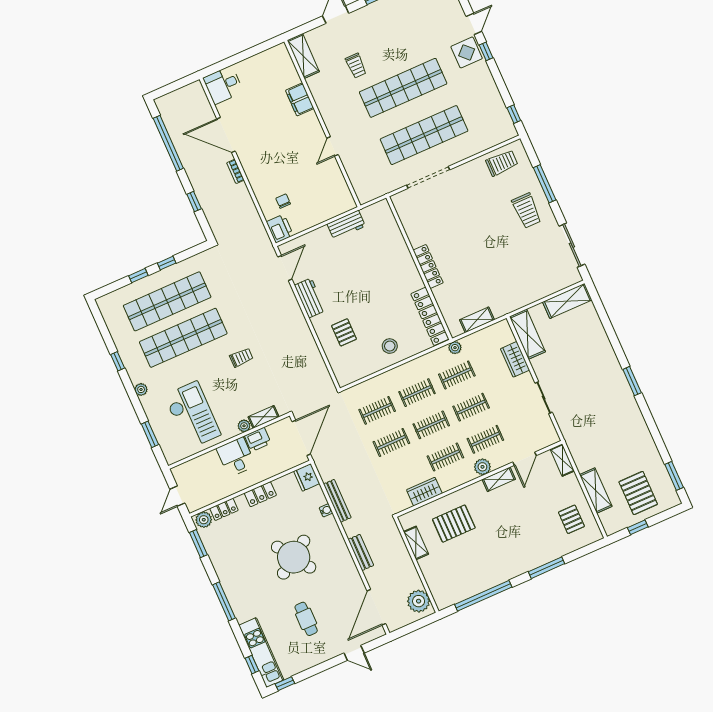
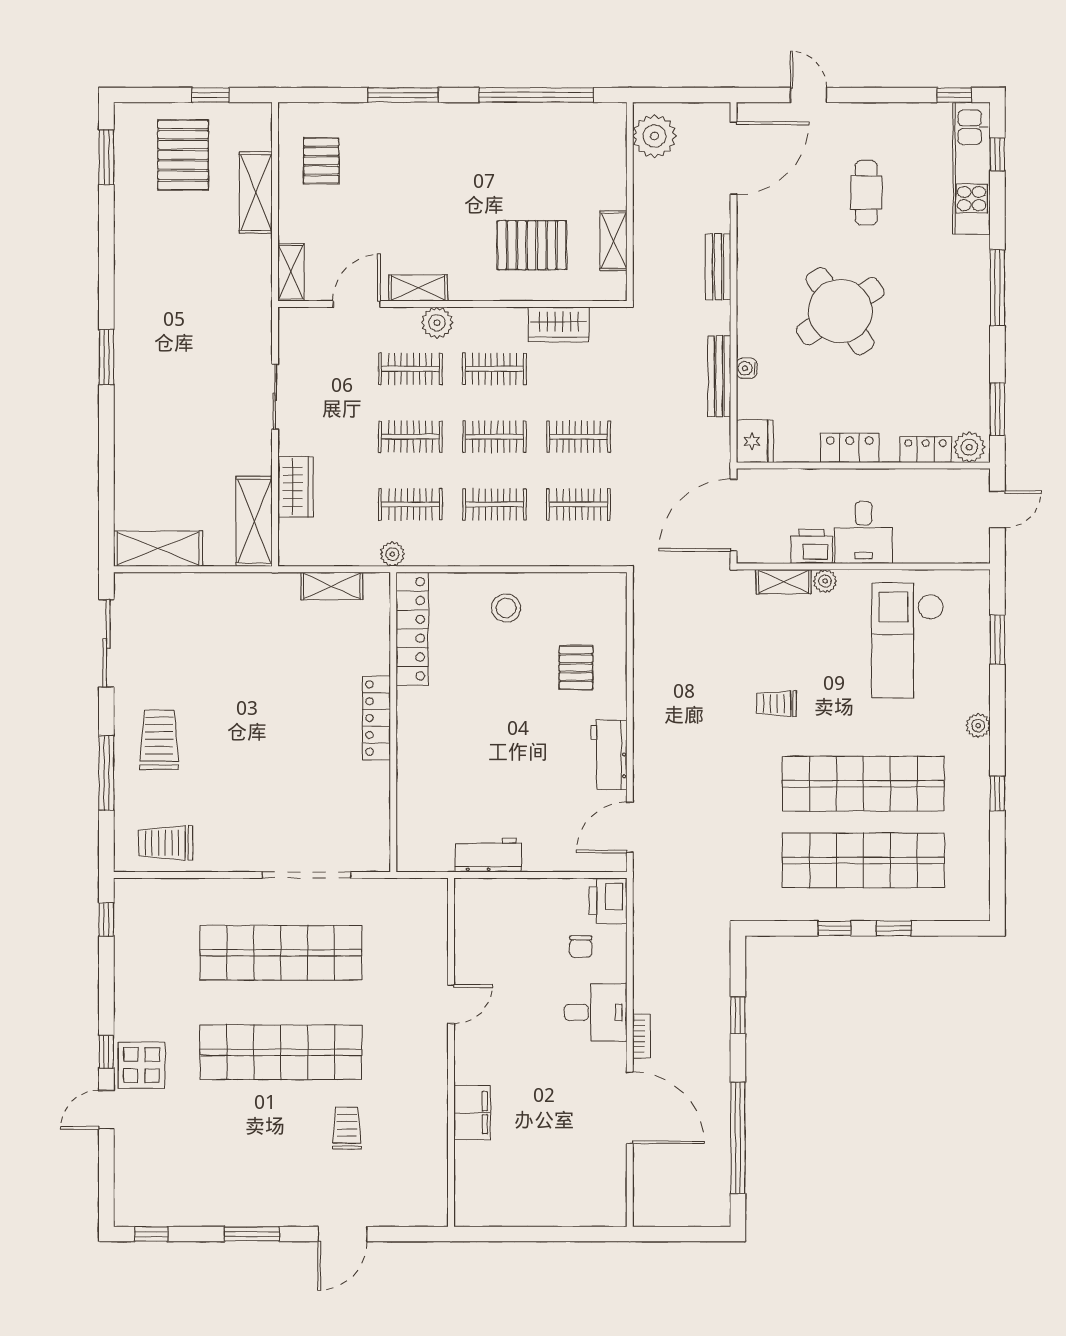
shelving: (303, 56) -> (432, 1186), removed
desk: (223, 85) -> (596, 1012), moved

